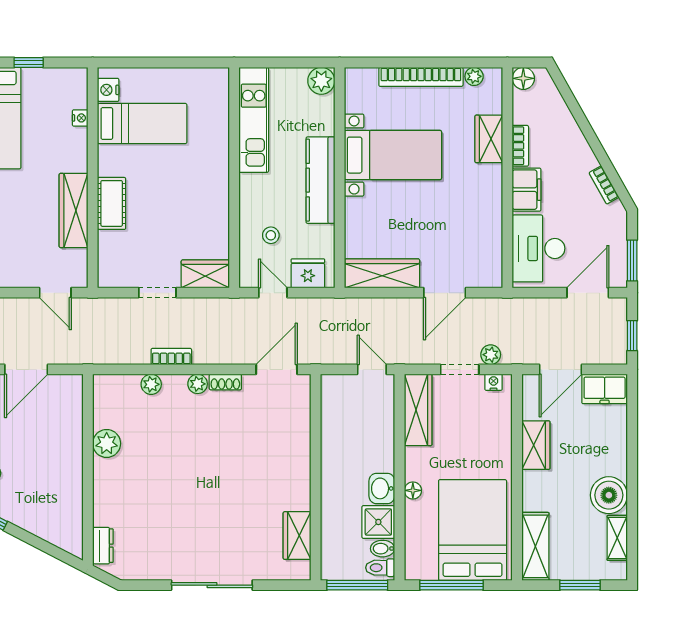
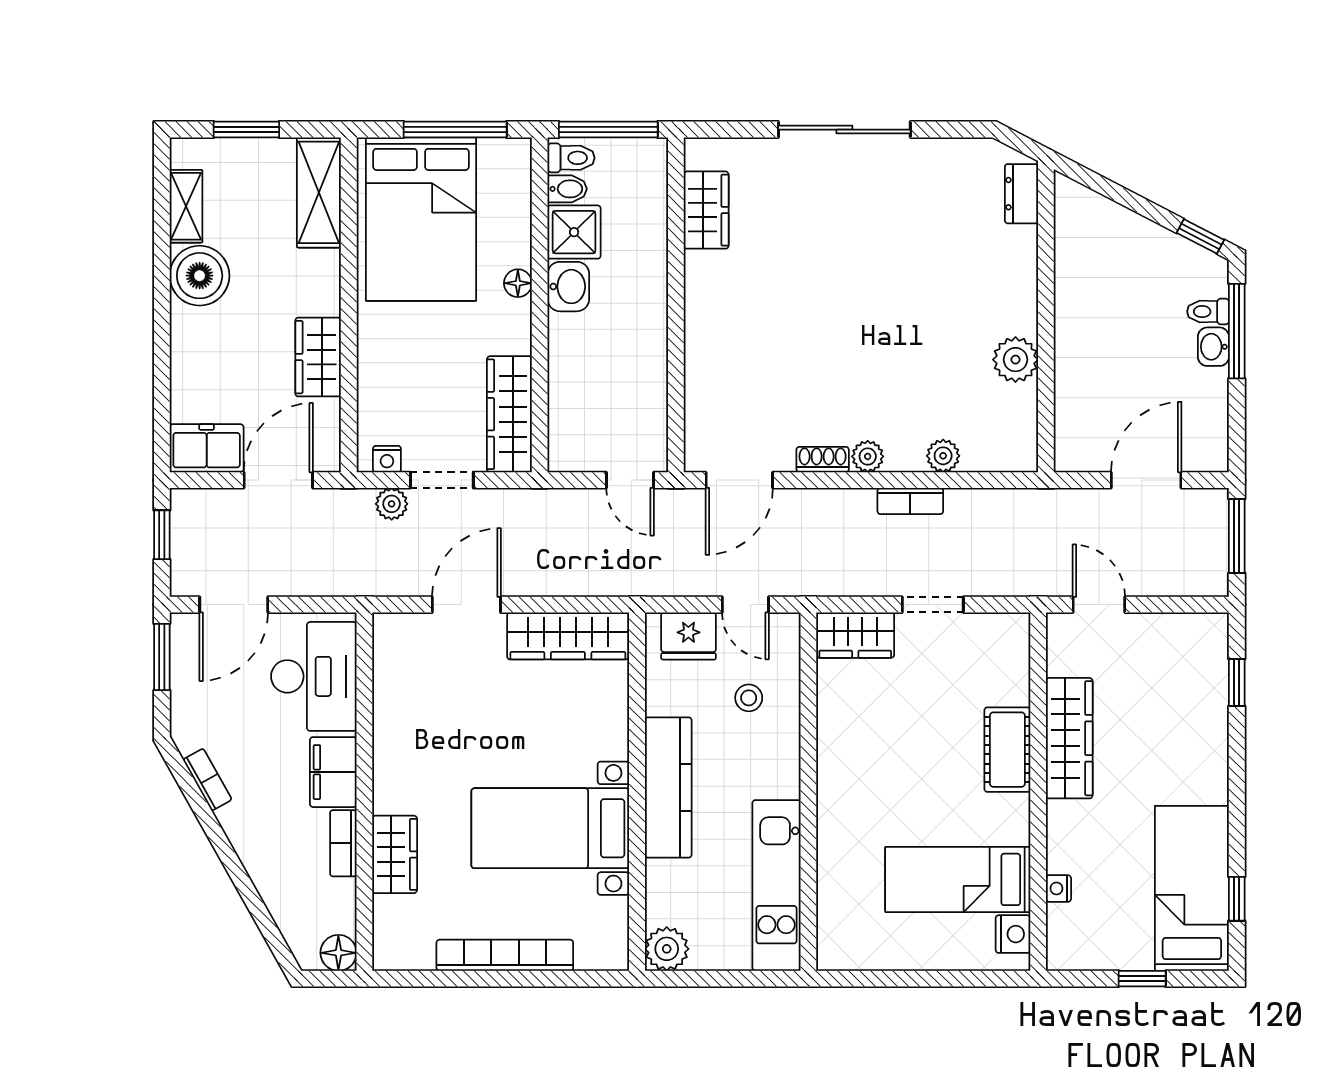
plant: (474, 76) -> (419, 956), removed
door: (372, 369) -> (630, 480), moved

